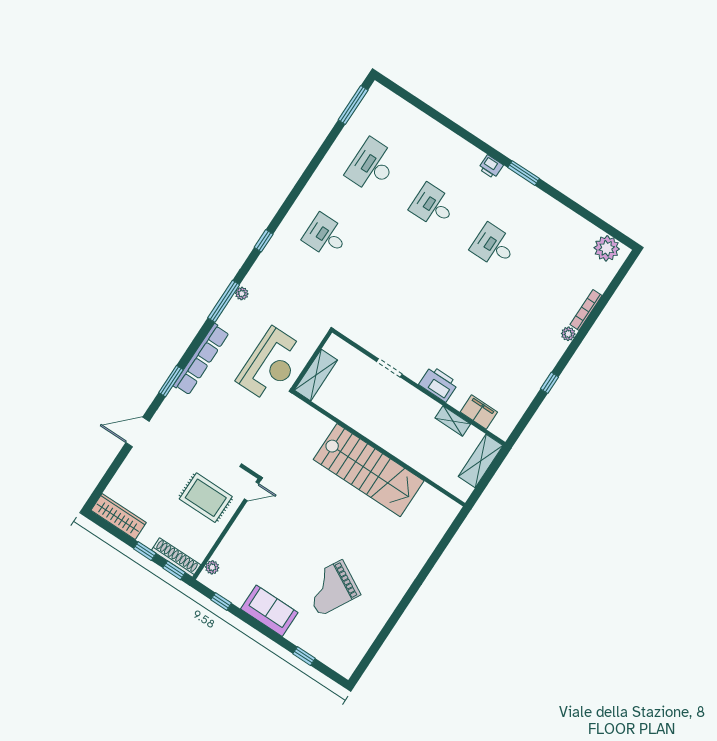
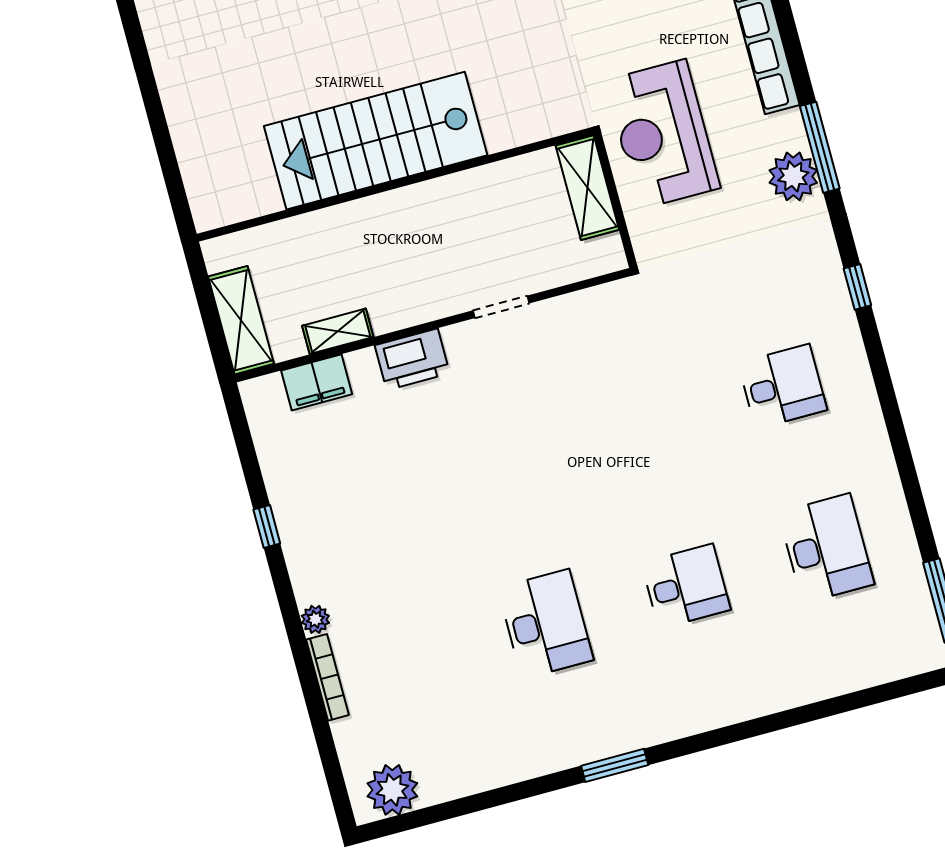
printer: (491, 167) -> (667, 724), removed
desk: (494, 246) -> (546, 624), width x1.37
plant: (242, 294) -> (793, 176), width x1.88, depth x1.88

